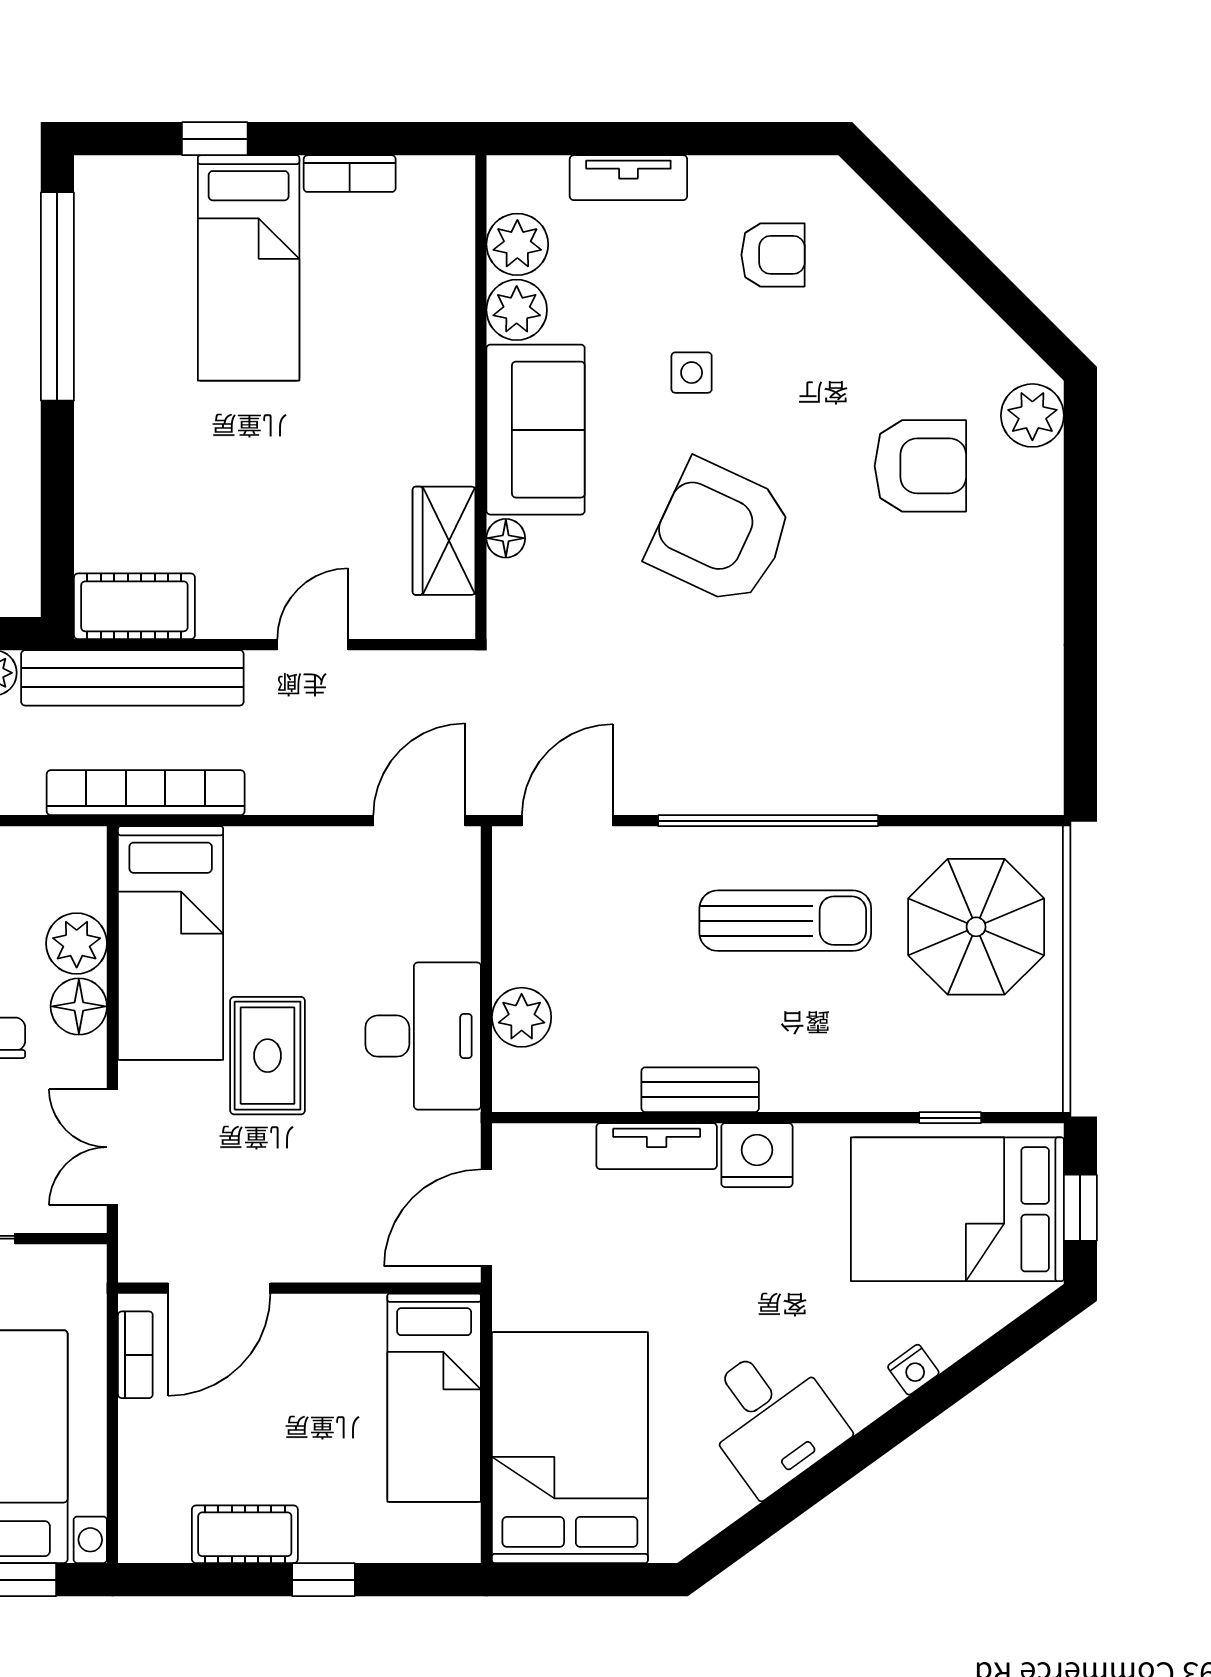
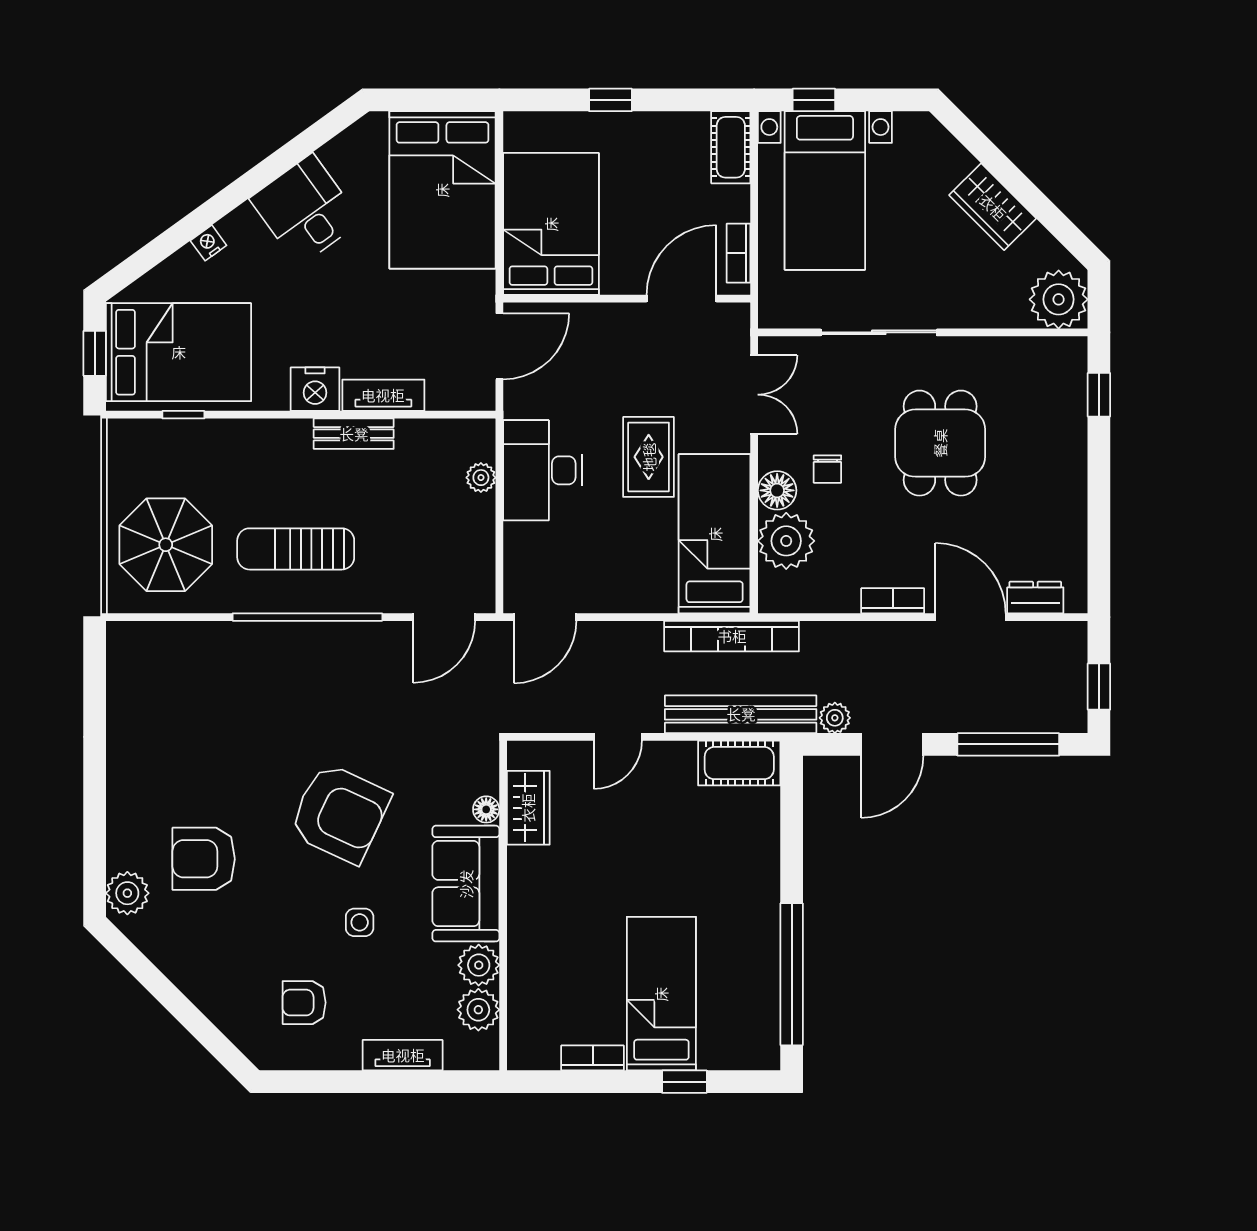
plant: (77, 943) -> (786, 541), width x1.36, depth x1.36
plant: (522, 1017) -> (481, 478), width x0.73, depth x0.73
bed: (434, 1398) -> (551, 224), width x1.50
cot: (245, 1534) -> (731, 147), moved, turned 90

